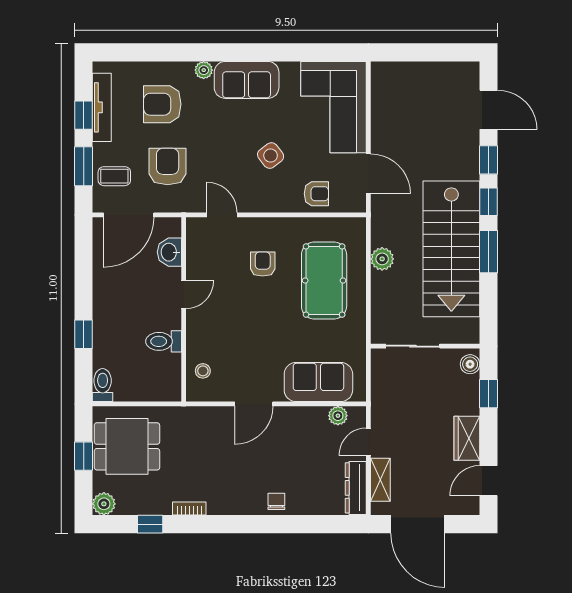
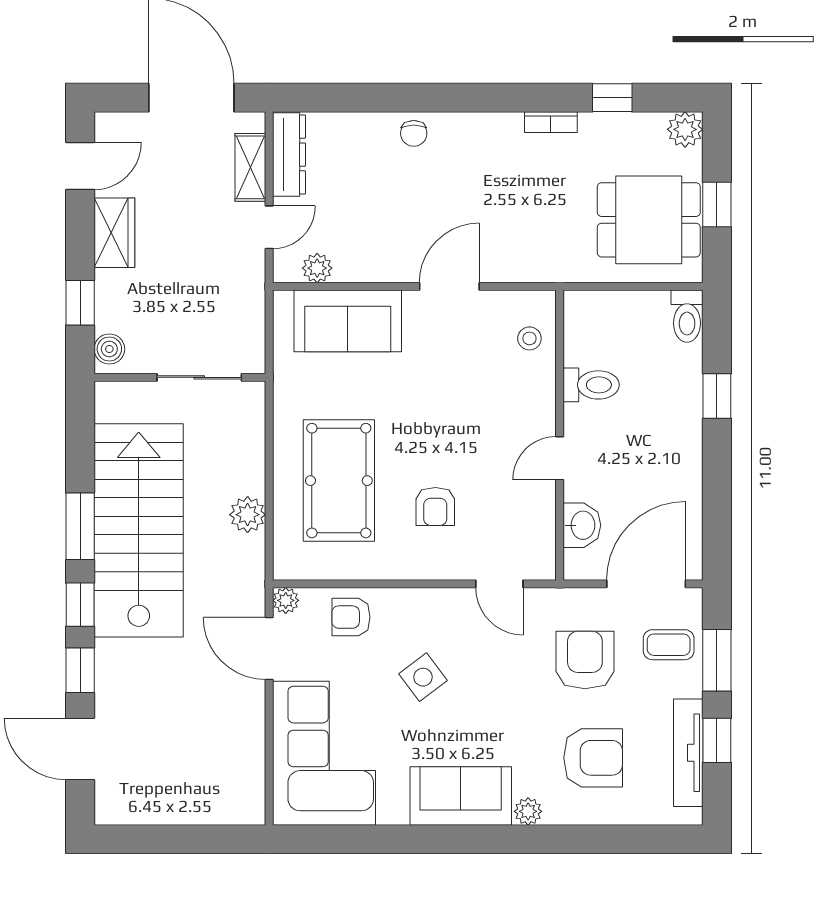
armchair: (168, 166) -> (585, 660), turned 180
plant: (358, 204) -> (286, 600), added

